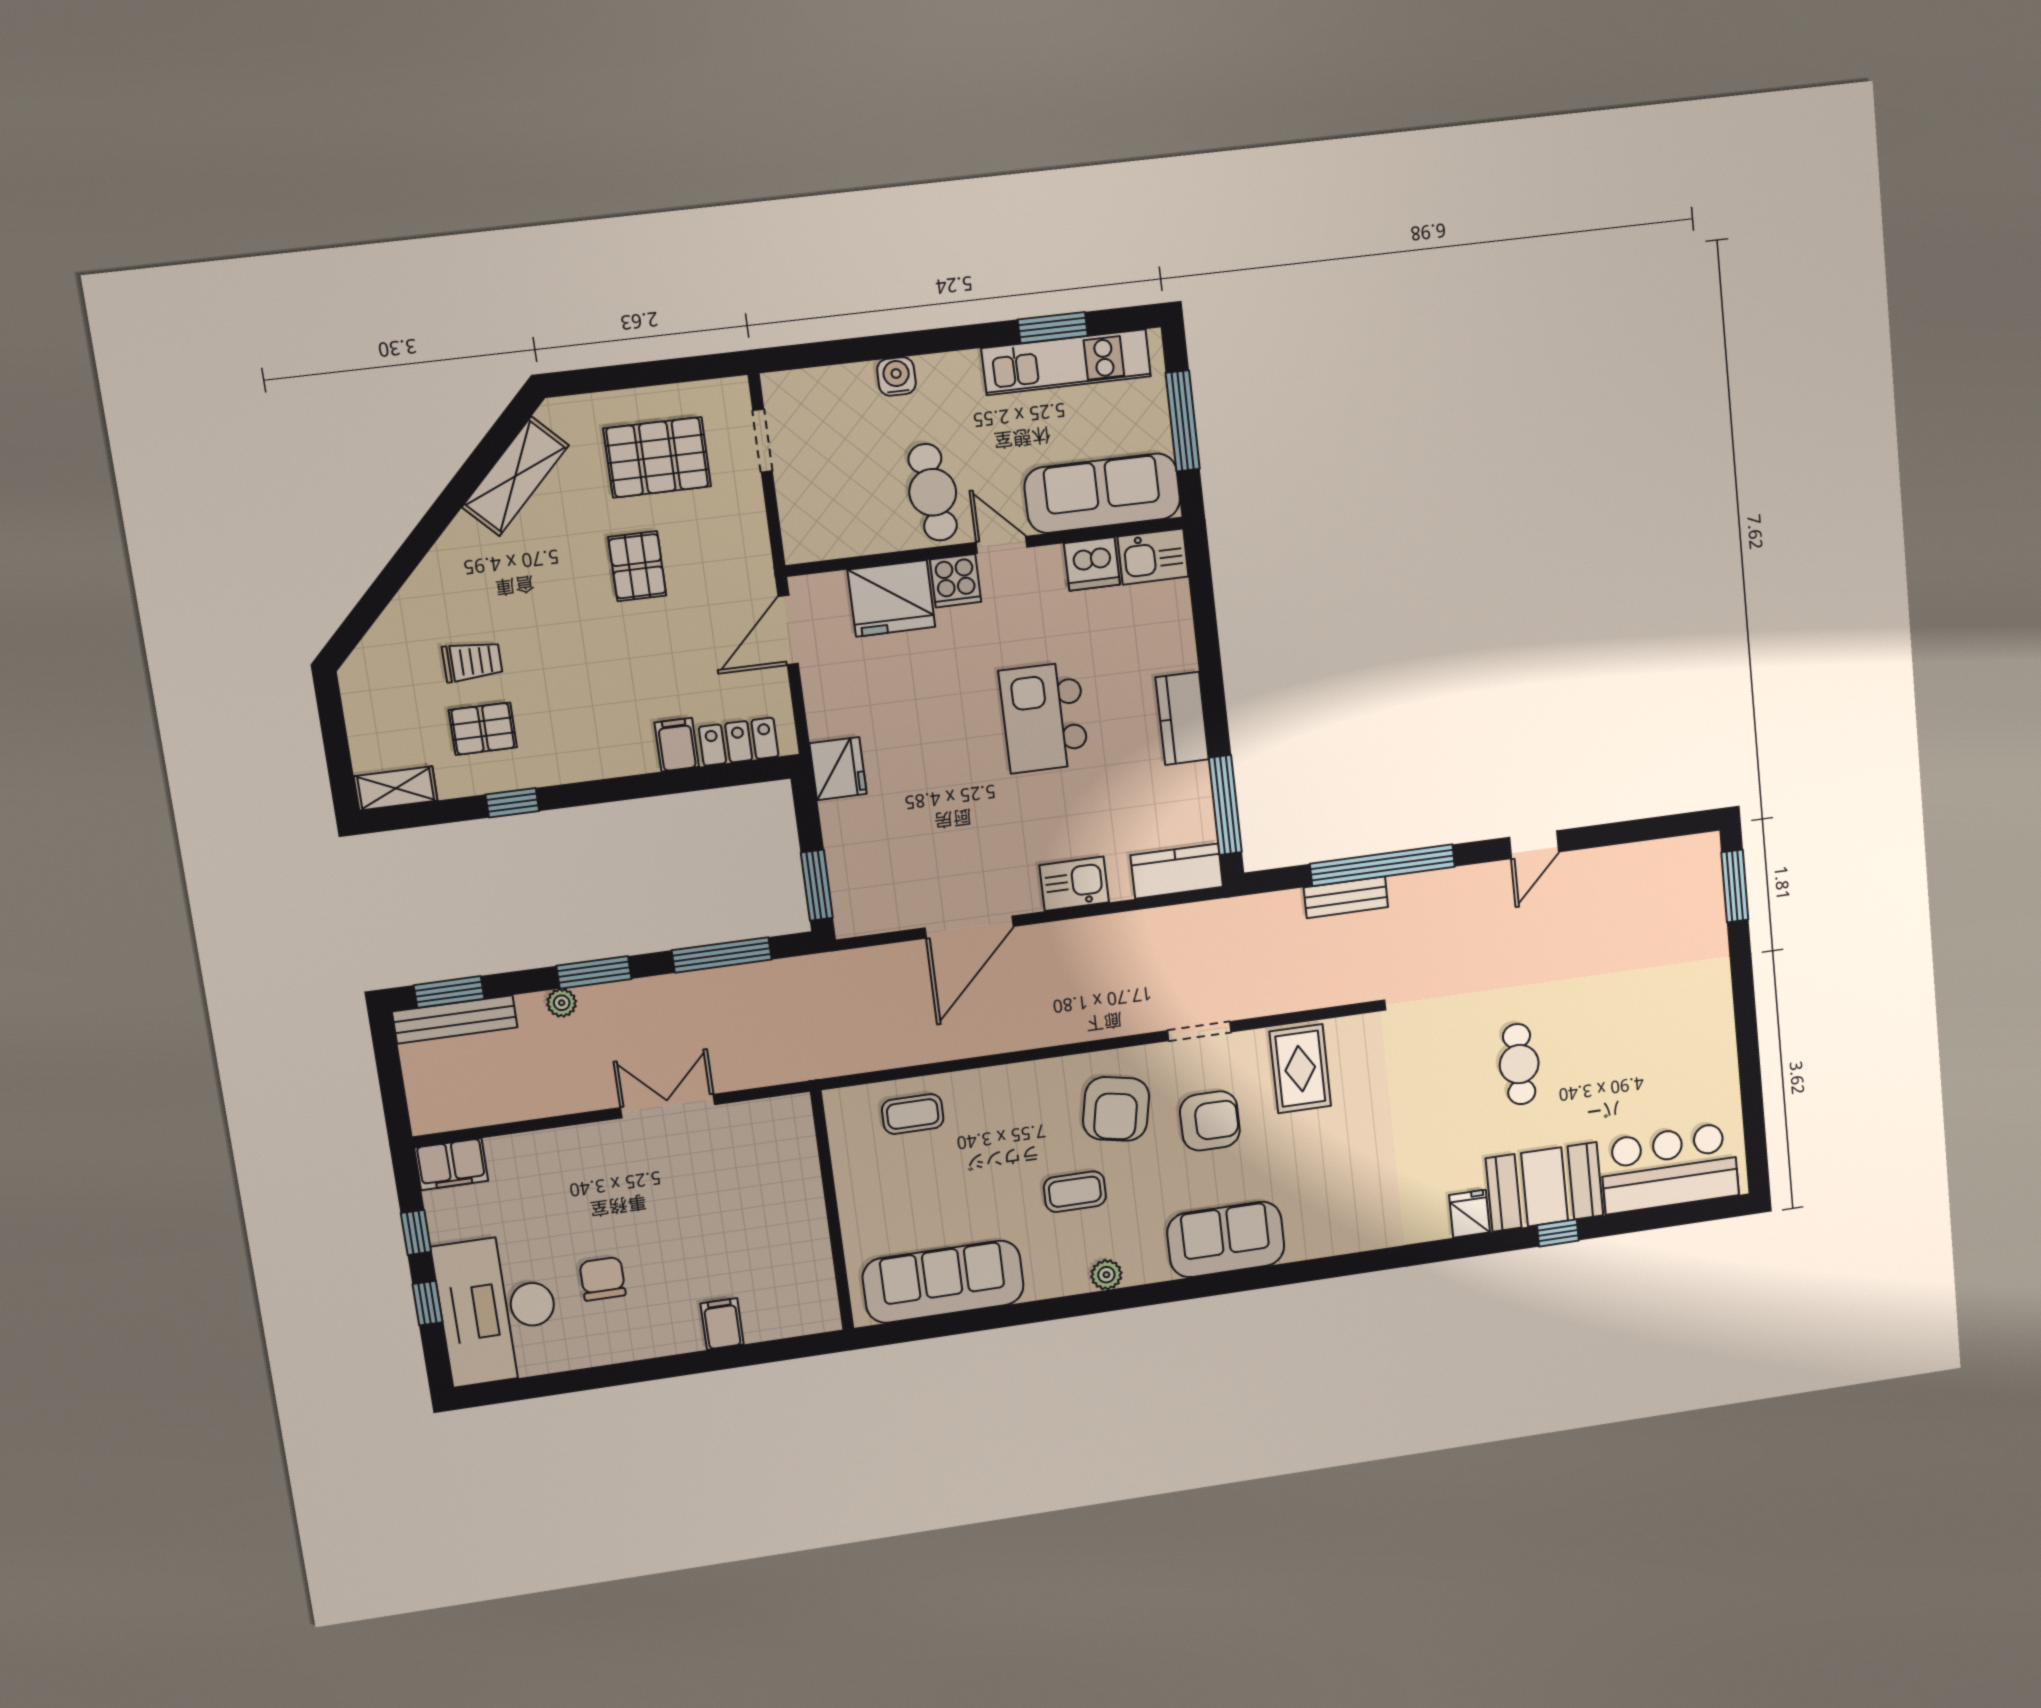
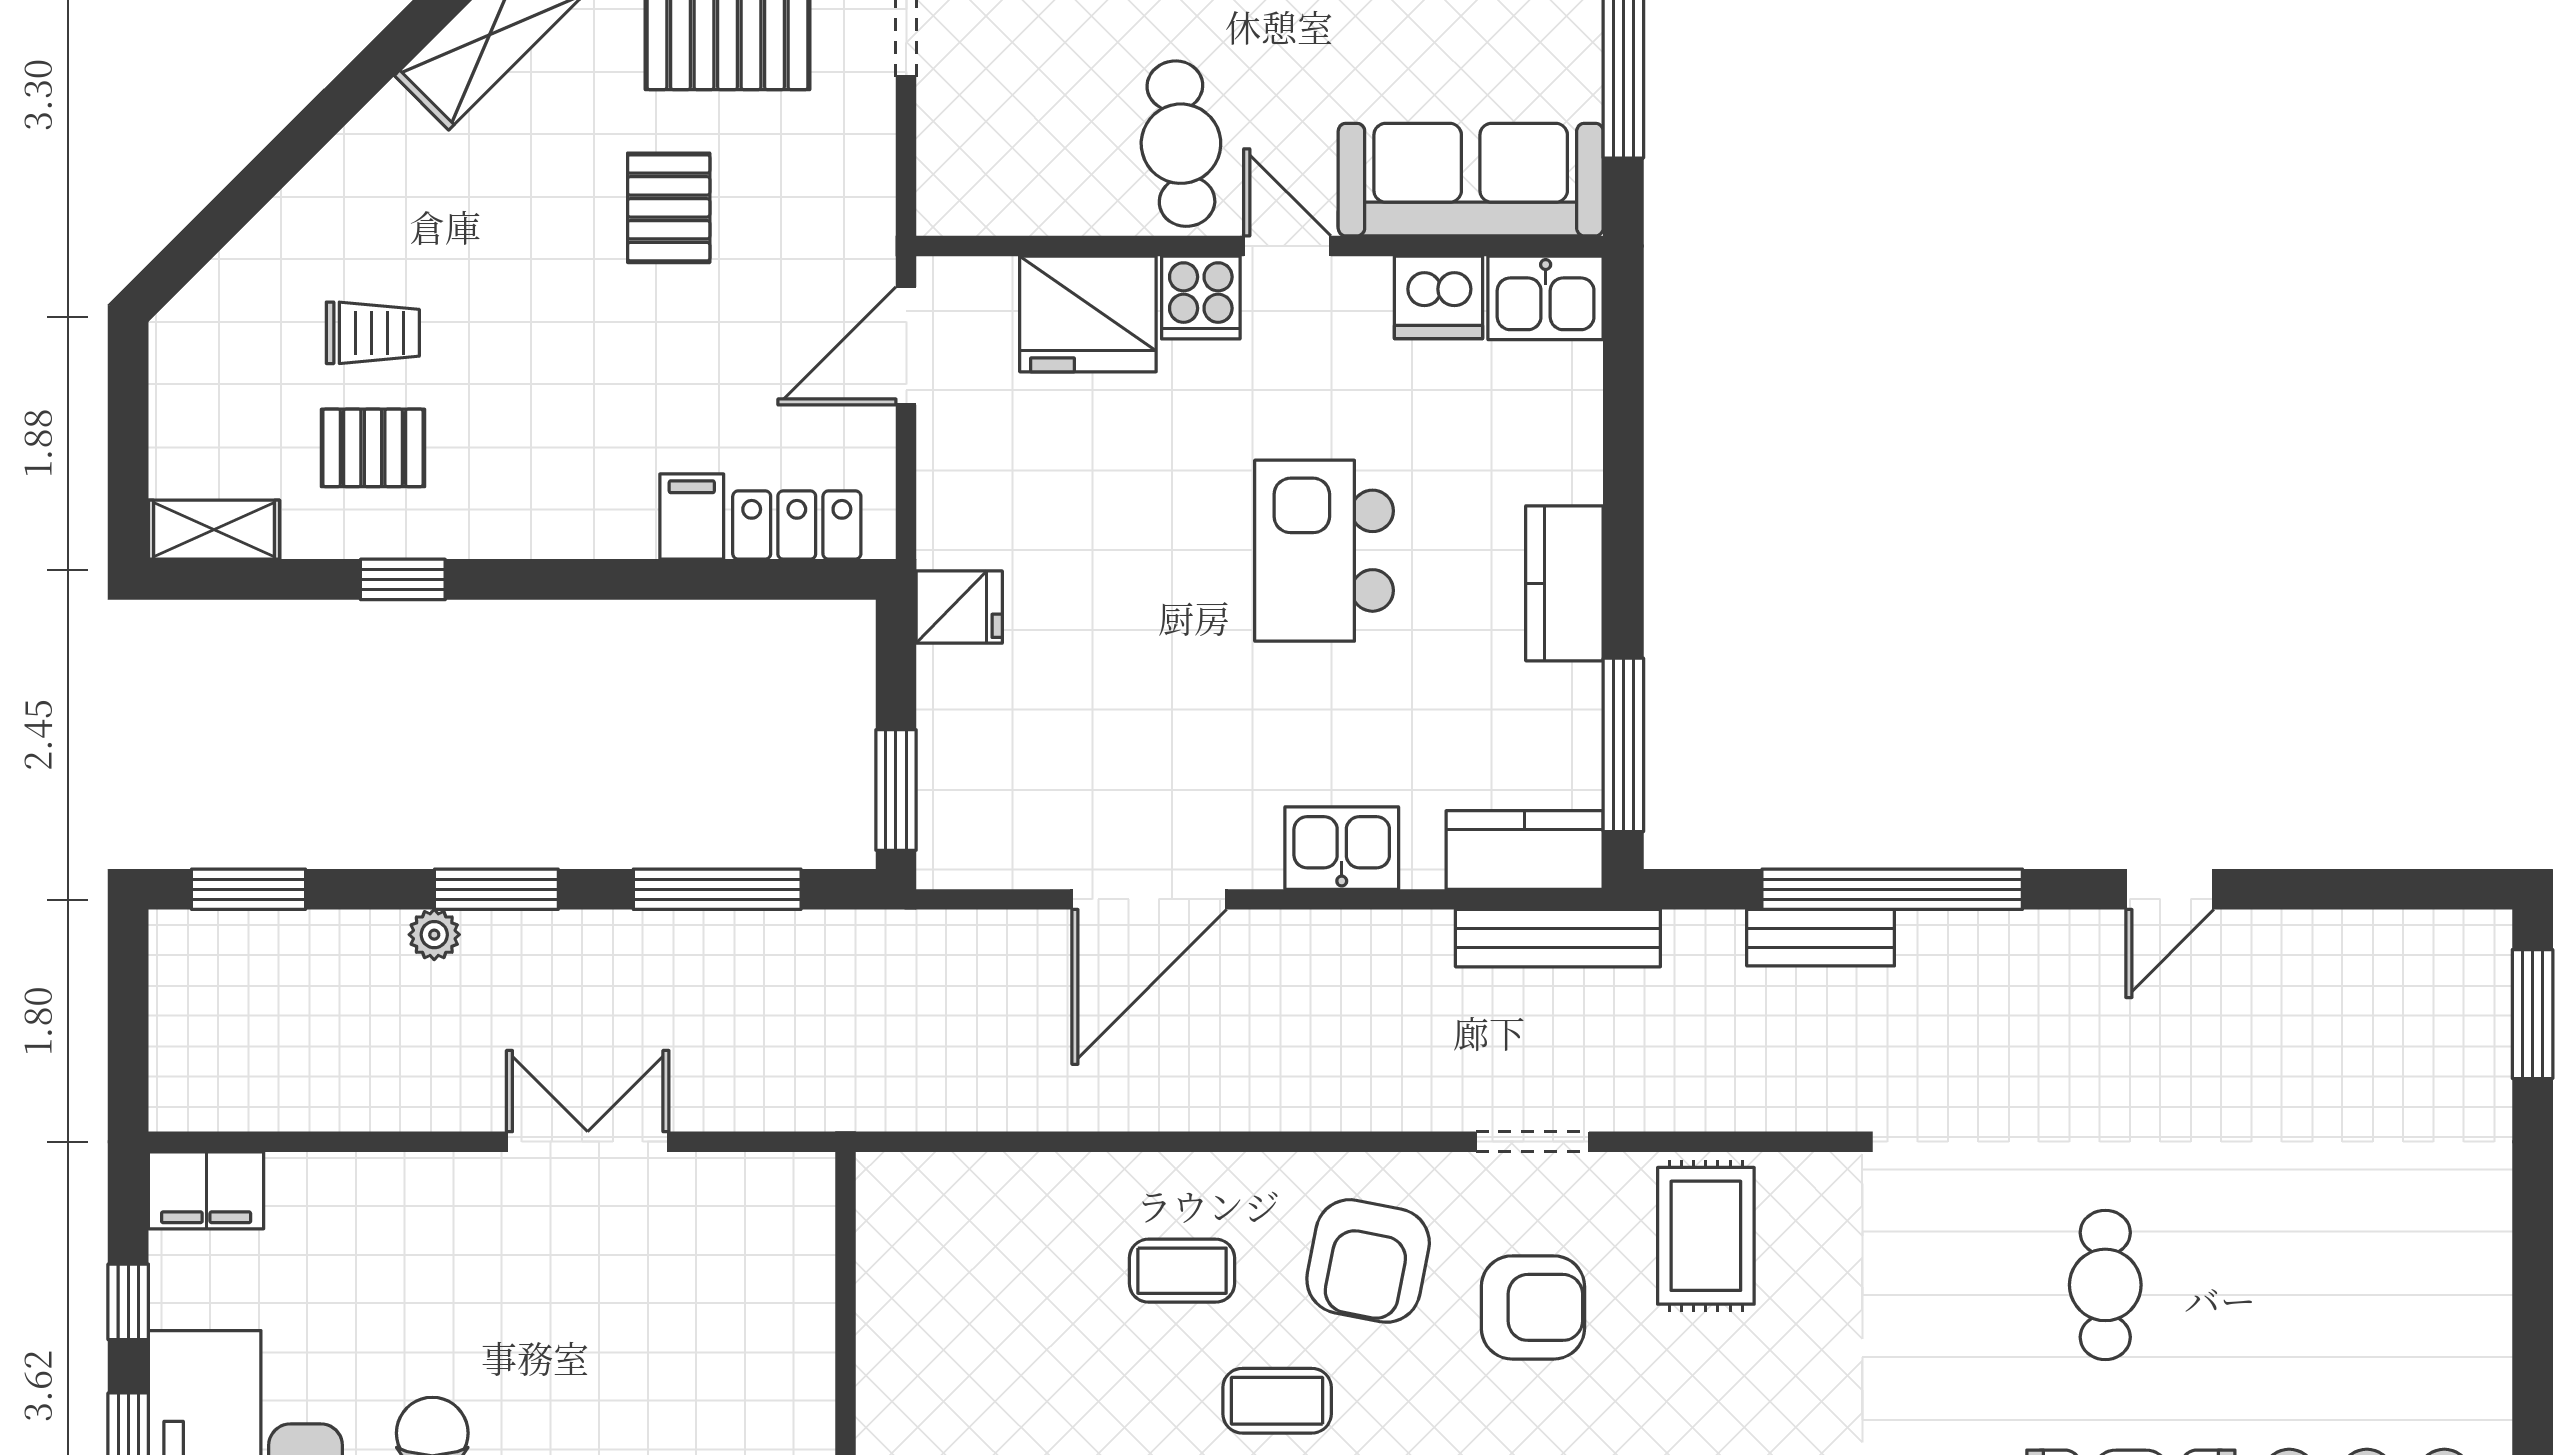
fridge: (838, 769) -> (959, 607), width x0.72
bench: (455, 1019) -> (1558, 938), moved
coffee table: (913, 1114) -> (1182, 1271), moved

